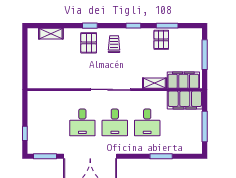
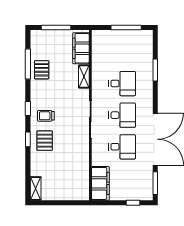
window: (133, 26) -> (28, 108), moved
window: (167, 26) -> (28, 64), width x1.44
shelving: (51, 34) -> (36, 189), moved
pallet: (161, 40) -> (42, 70), turned 90
pallet: (89, 43) -> (45, 141), turned 90
filing cabinet: (185, 100) -> (100, 183), moved

